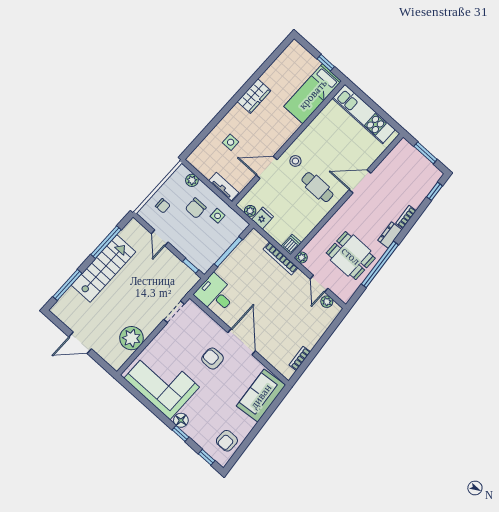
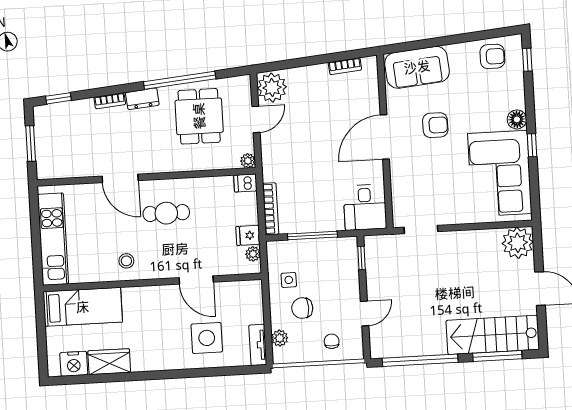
nightstand: (288, 59) -> (74, 364), added
window: (326, 63) -> (41, 324), removed
wardrobe: (254, 96) -> (109, 362), moved
side table: (231, 142) -> (207, 338), width x1.87, depth x1.87
stool: (295, 161) -> (126, 261), moved
tv unit: (224, 187) -> (258, 345), moved
cafe table: (317, 187) -> (166, 213), turned 90
chair: (196, 208) -> (302, 308), turned 180
window: (106, 242) -> (420, 360), width x1.46
bookcase: (280, 259) -> (271, 209), moved
stairs: (103, 269) -> (493, 335), moved
plant: (327, 302) -> (272, 88), width x1.88, depth x1.88
plant: (132, 338) -> (518, 243), moved
armchair: (212, 359) -> (435, 125), moved, turned -90
window: (180, 434) -> (532, 145), moved

